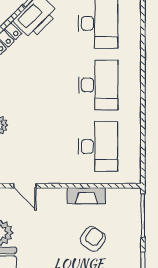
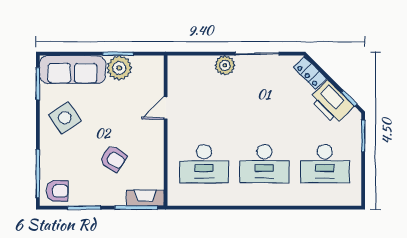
door: (25, 186) -> (166, 108), moved
fireplace: (86, 196) -> (145, 198), moved, turned 90

